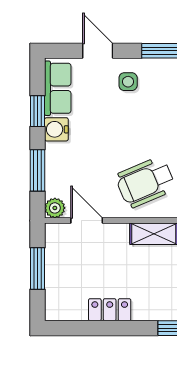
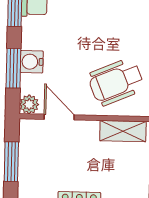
water cooler: (56, 129) -> (32, 62), moved

